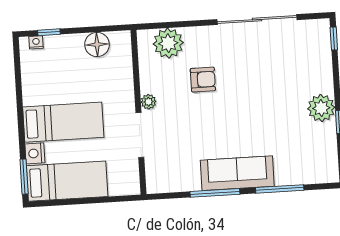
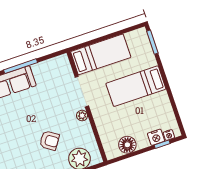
armchair: (203, 80) -> (49, 141), turned -146
nightstand: (35, 153) -> (156, 137), moved, turned 90
bed: (67, 181) -> (101, 54), moved, turned 180

